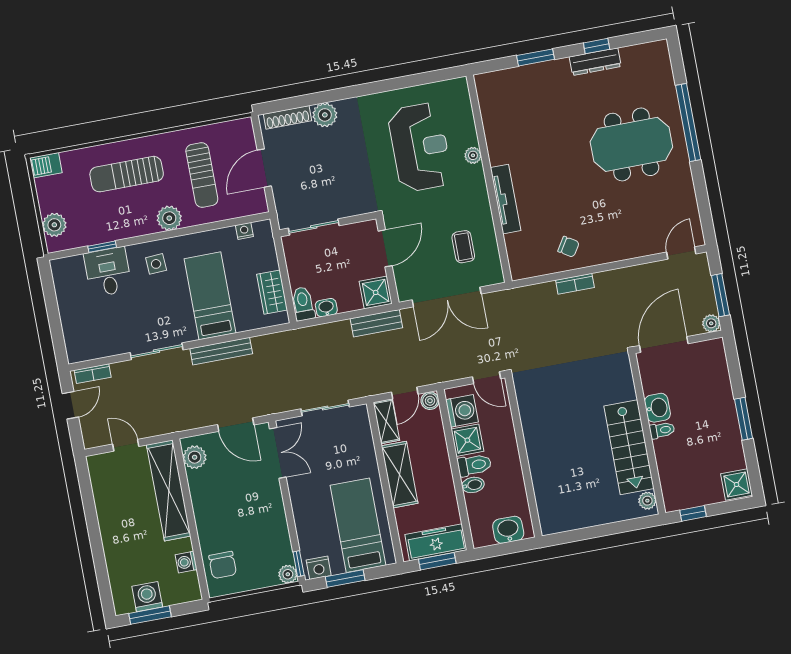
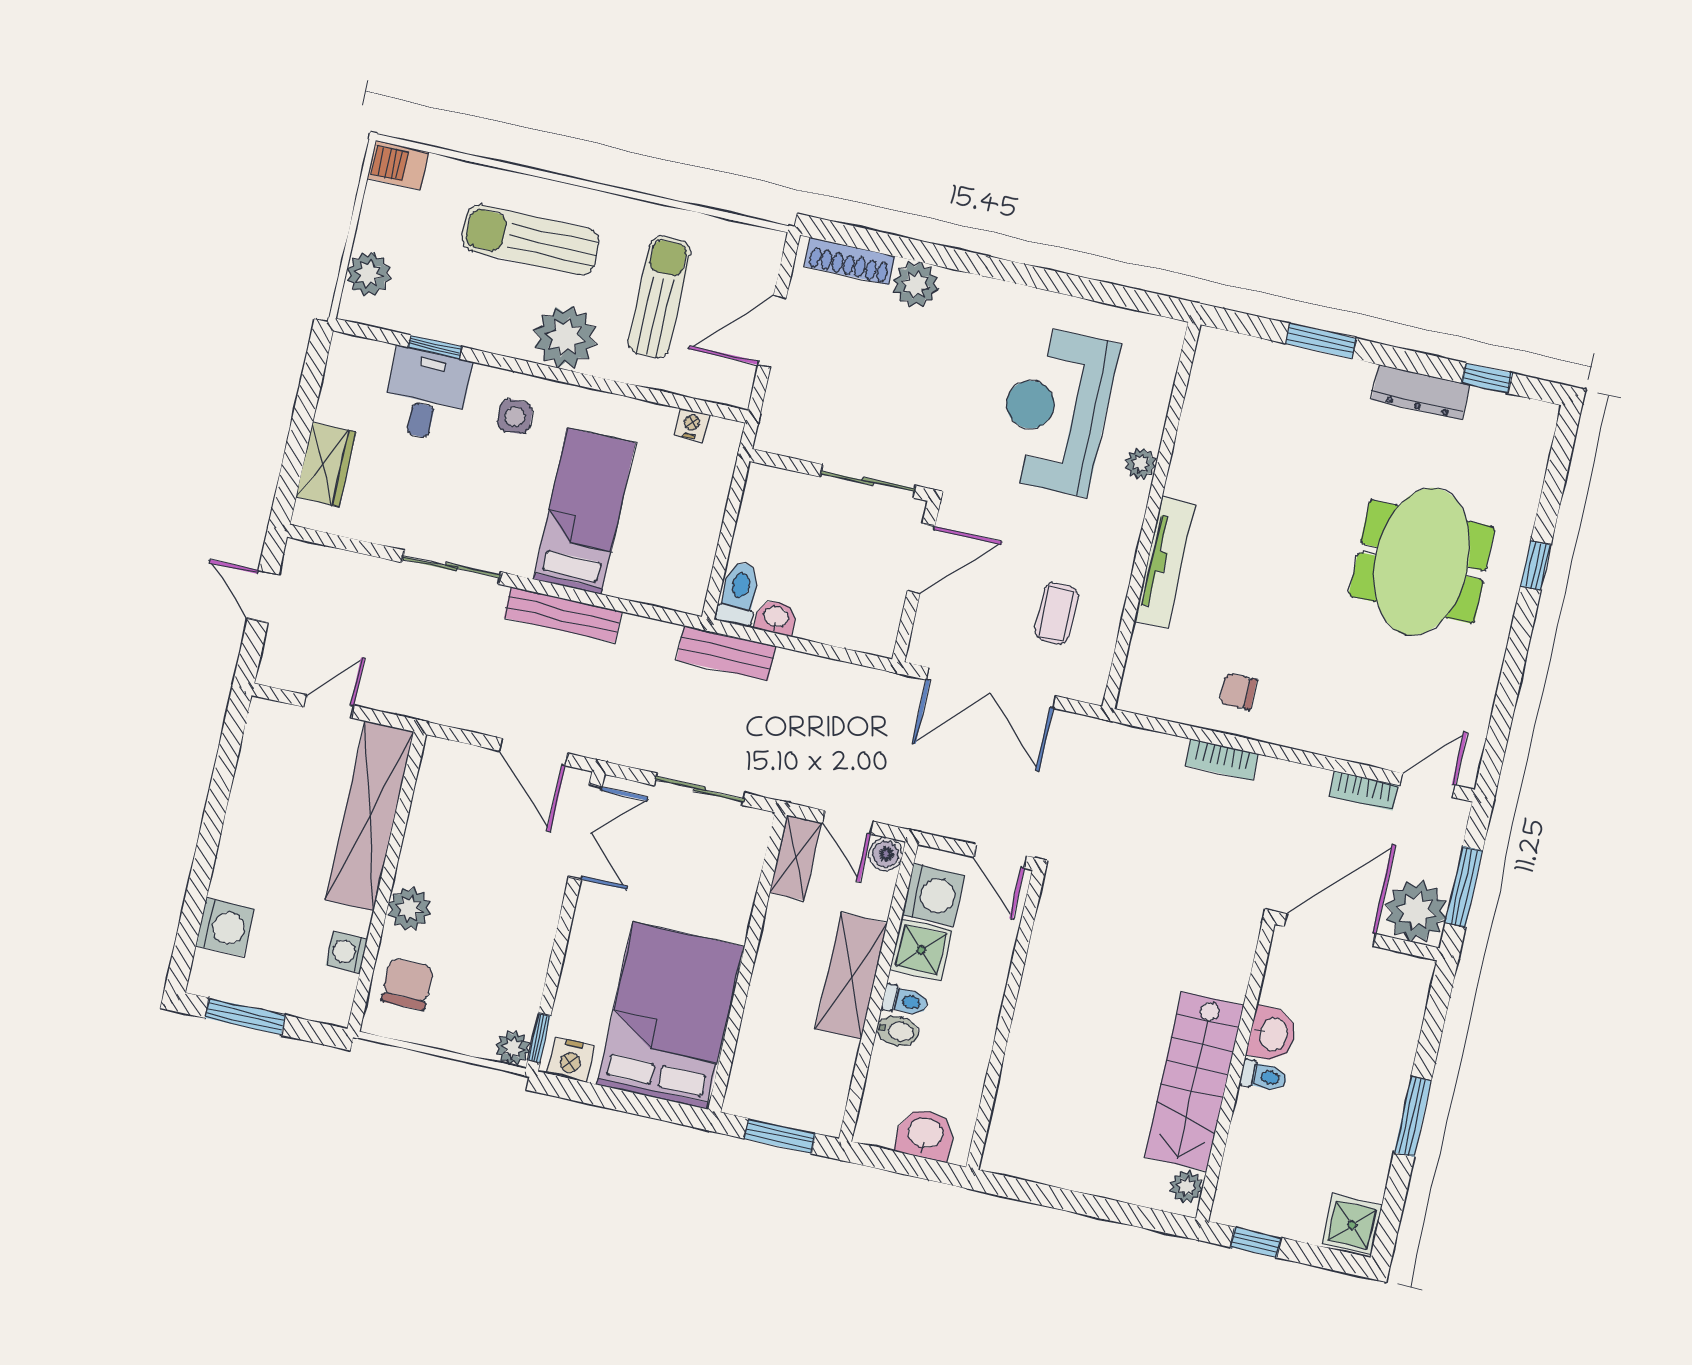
window: (597, 46) -> (1487, 378), moved
window: (688, 123) -> (1536, 566), width x0.32
meeting table: (631, 144) -> (1422, 562), turned 90
reception desk: (420, 147) -> (1056, 410), turned 180
sun lounger: (202, 175) -> (659, 297), turned 180
plant: (169, 218) -> (565, 337), width x1.36, depth x1.36
sliding door: (314, 227) -> (868, 481), moved
chair: (569, 247) -> (1238, 691), turned 148
wardrobe: (272, 292) -> (326, 464), moved, turned 180
shower: (376, 292) -> (872, 628), removed
bench: (376, 323) -> (726, 653), moved
plant: (711, 323) -> (1416, 911), width x1.87, depth x1.87
bookcase: (93, 374) -> (1363, 791), moved
door: (405, 393) -> (848, 822), hinge flipped
door: (70, 405) -> (263, 596), swing flipped
door: (126, 445) -> (329, 706), hinge flipped
plant: (195, 457) -> (409, 909), moved
toilet: (474, 465) -> (905, 1001), width x0.73, depth x0.72
shelving: (400, 475) -> (851, 976), moved
bed: (358, 525) -> (670, 1016), width x1.50
freezer: (436, 542) -> (792, 1102), removed
chair: (223, 565) -> (407, 984), turned 180
window: (345, 578) -> (608, 1098), removed
washing machine: (147, 597) -> (225, 927), moved, turned 90

